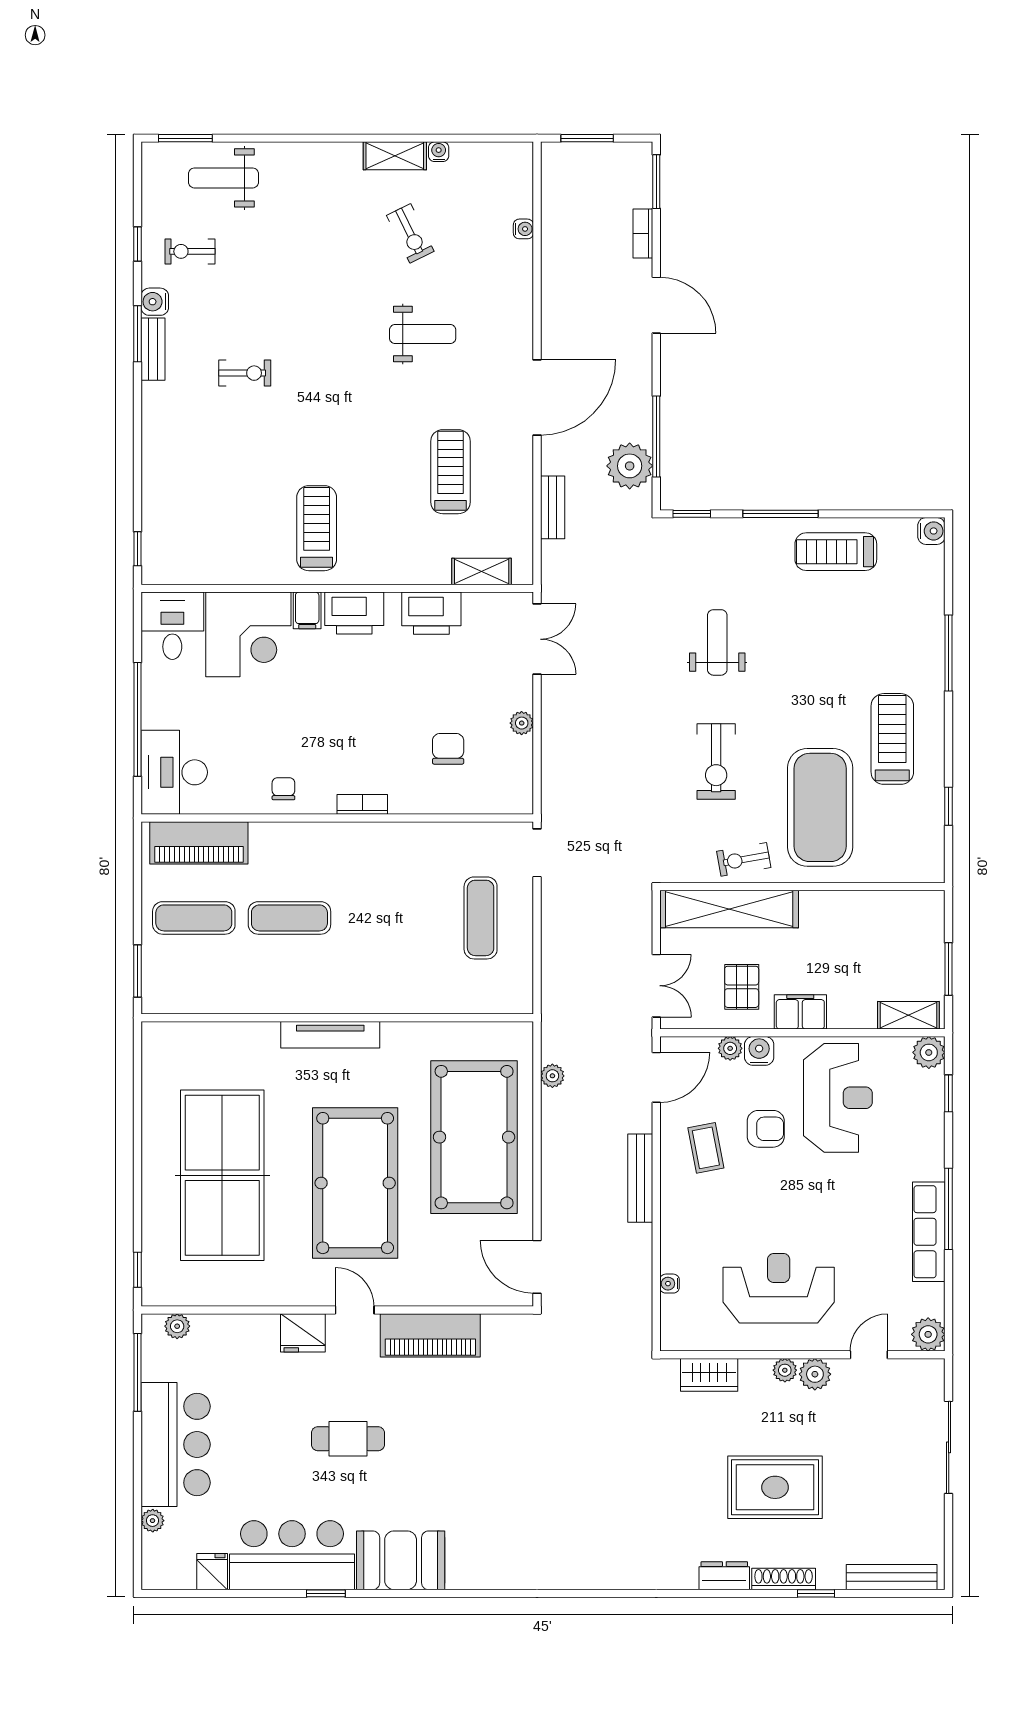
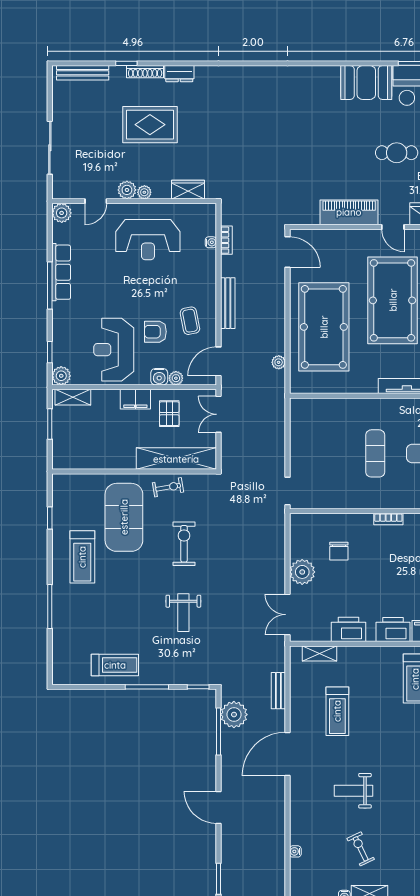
bookcase: (643, 234) -> (226, 240), moved
water cooler: (931, 531) -> (60, 677), removed
plant: (522, 723) -> (302, 572), width x1.88, depth x1.88
exercise mat: (481, 918) -> (375, 453), moved

